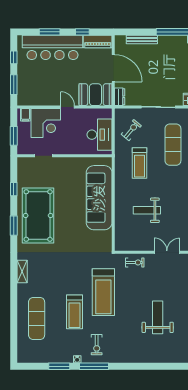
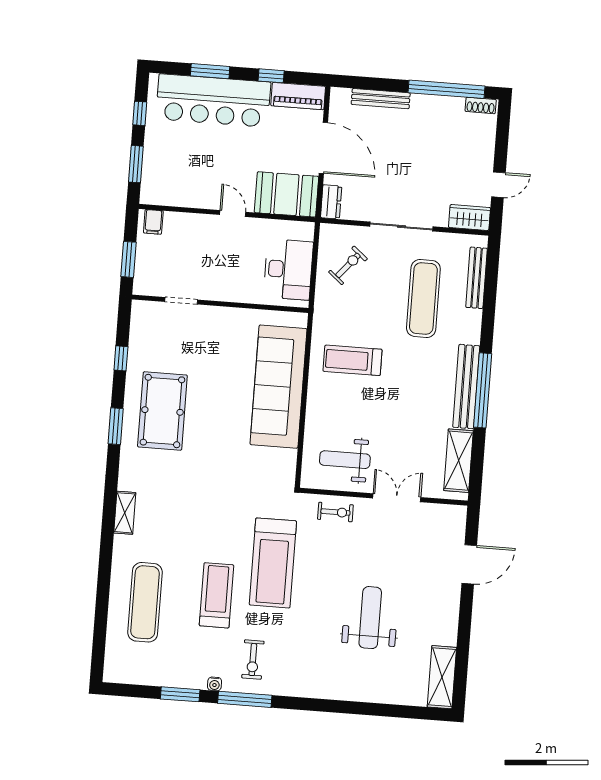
corner desk: (46, 123) -> (190, 240), removed
treadmill: (140, 163) -> (353, 360), moved, turned 90
weight bench: (147, 210) -> (345, 460), moved
pool table: (38, 216) -> (162, 411), width x0.73, depth x0.76
treadmill: (75, 312) -> (216, 595), turned 180

